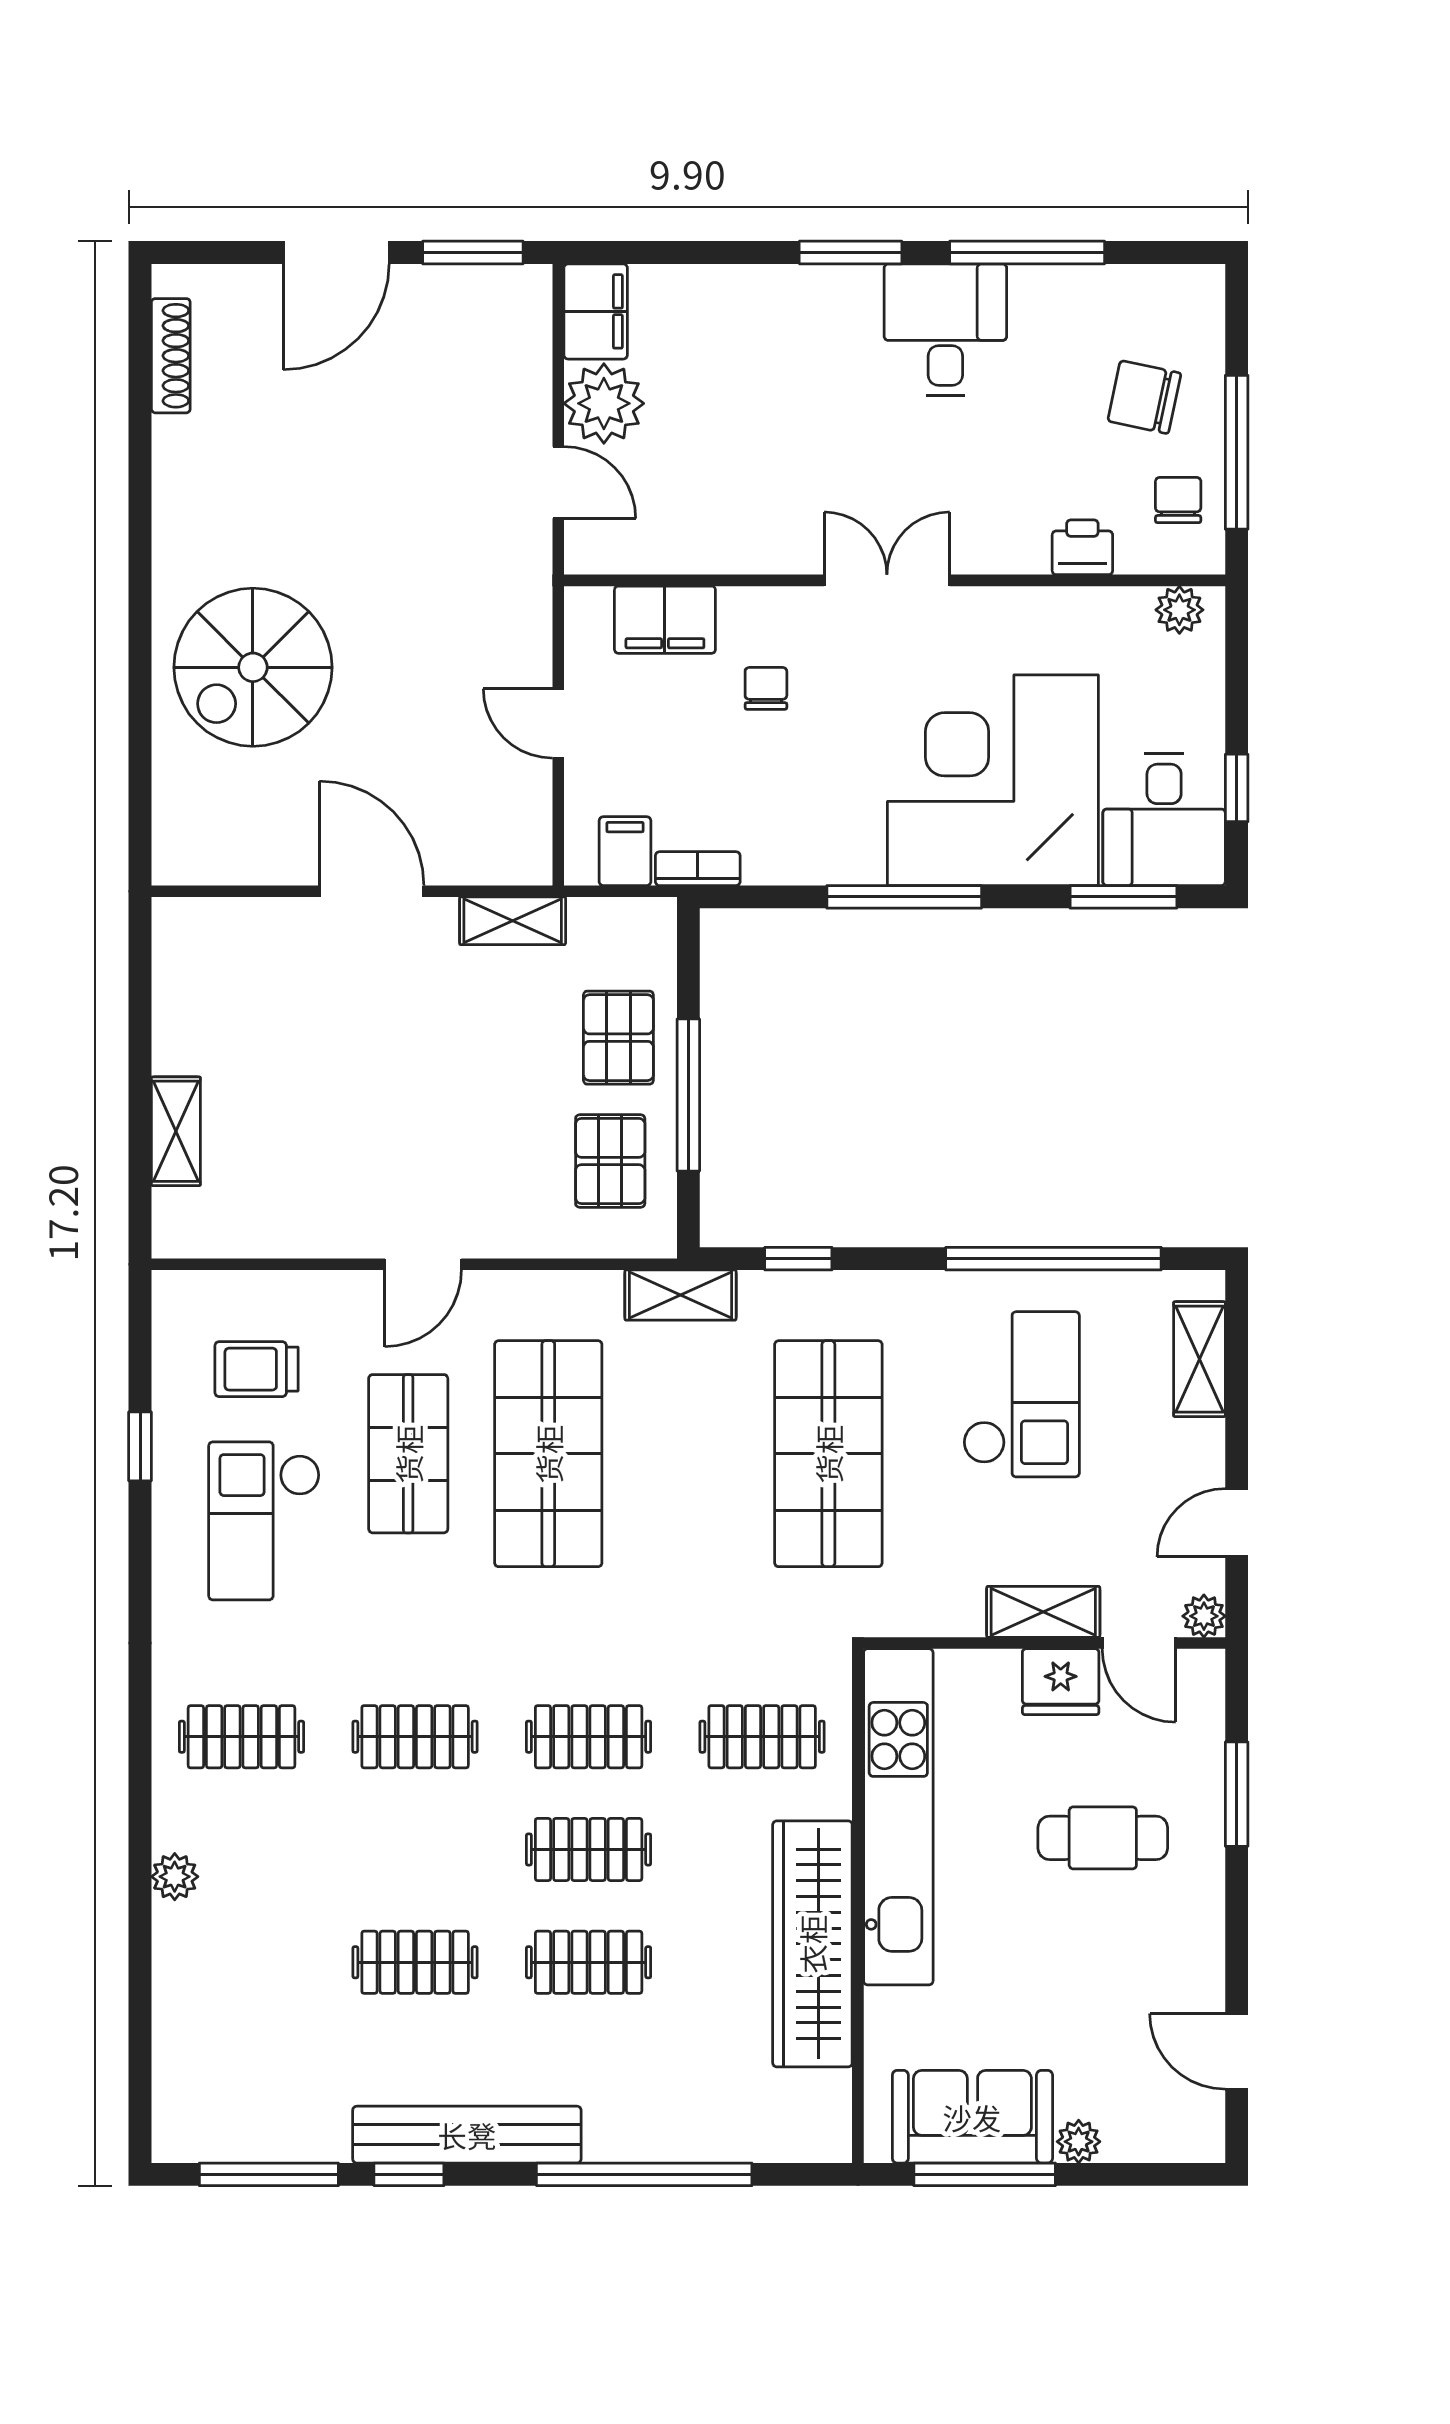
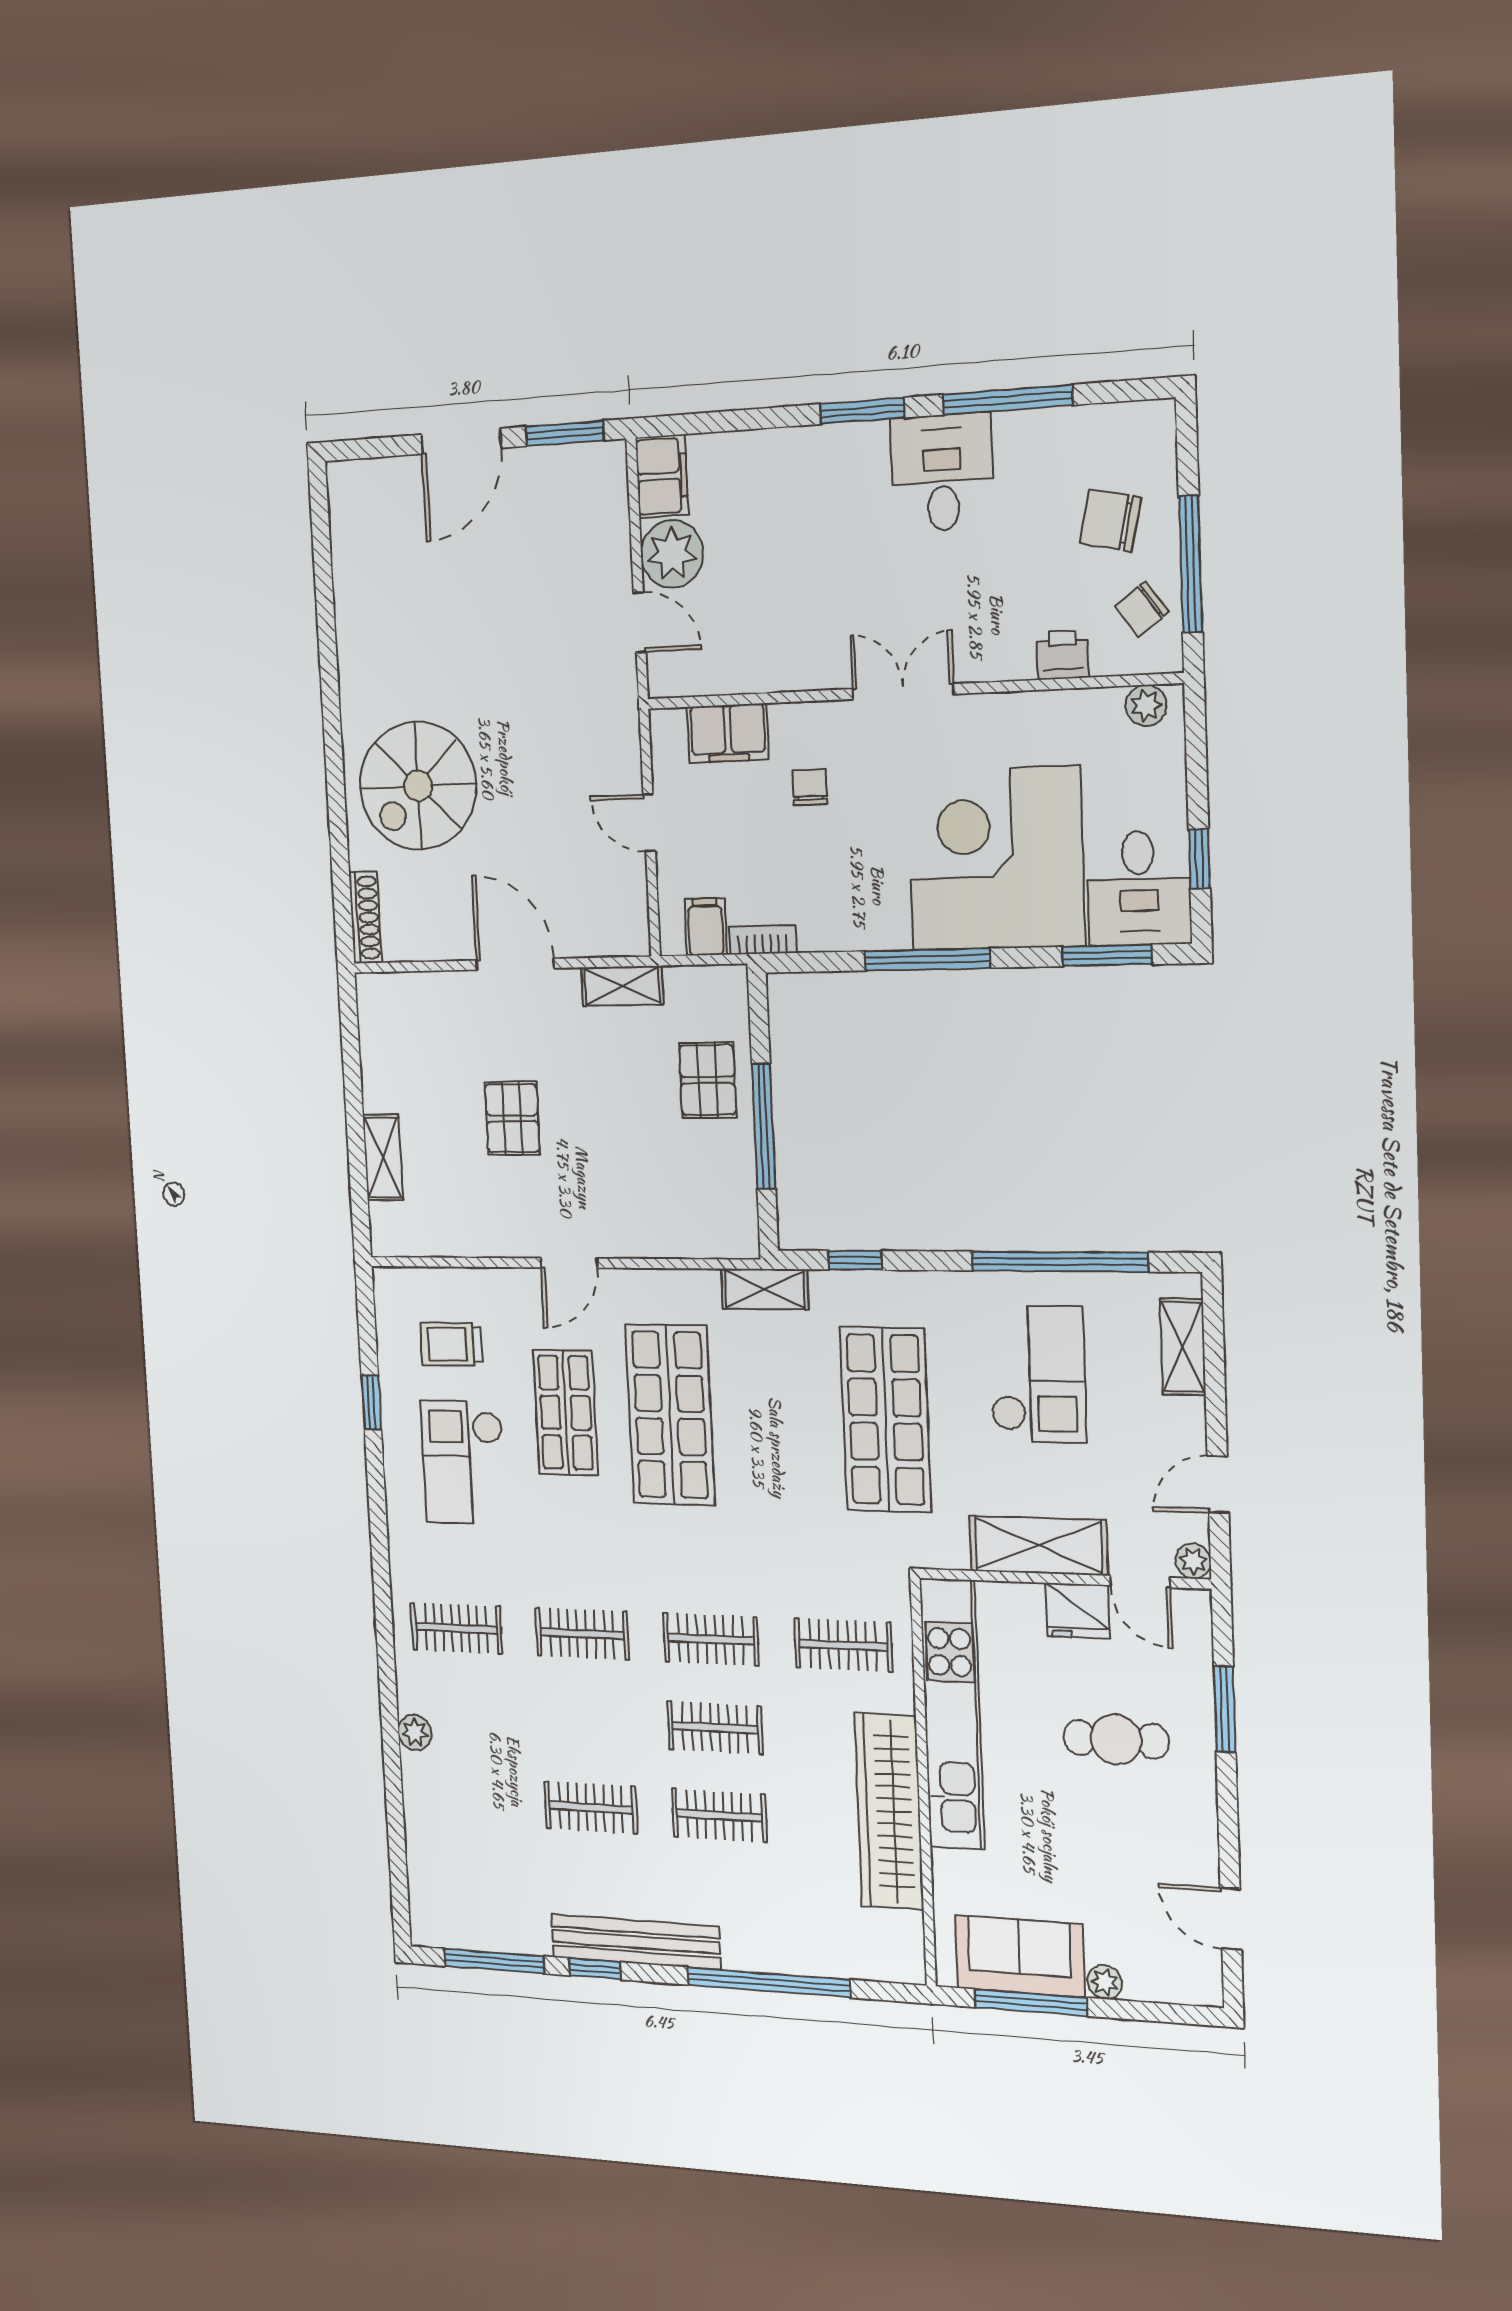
shoe rack: (171, 356) -> (365, 918), moved
chair: (1178, 500) -> (1142, 609), turned -126
pallet: (610, 1161) -> (512, 1118), moved
shelving: (1043, 1612) -> (1038, 1546), width x1.50, depth x1.33

